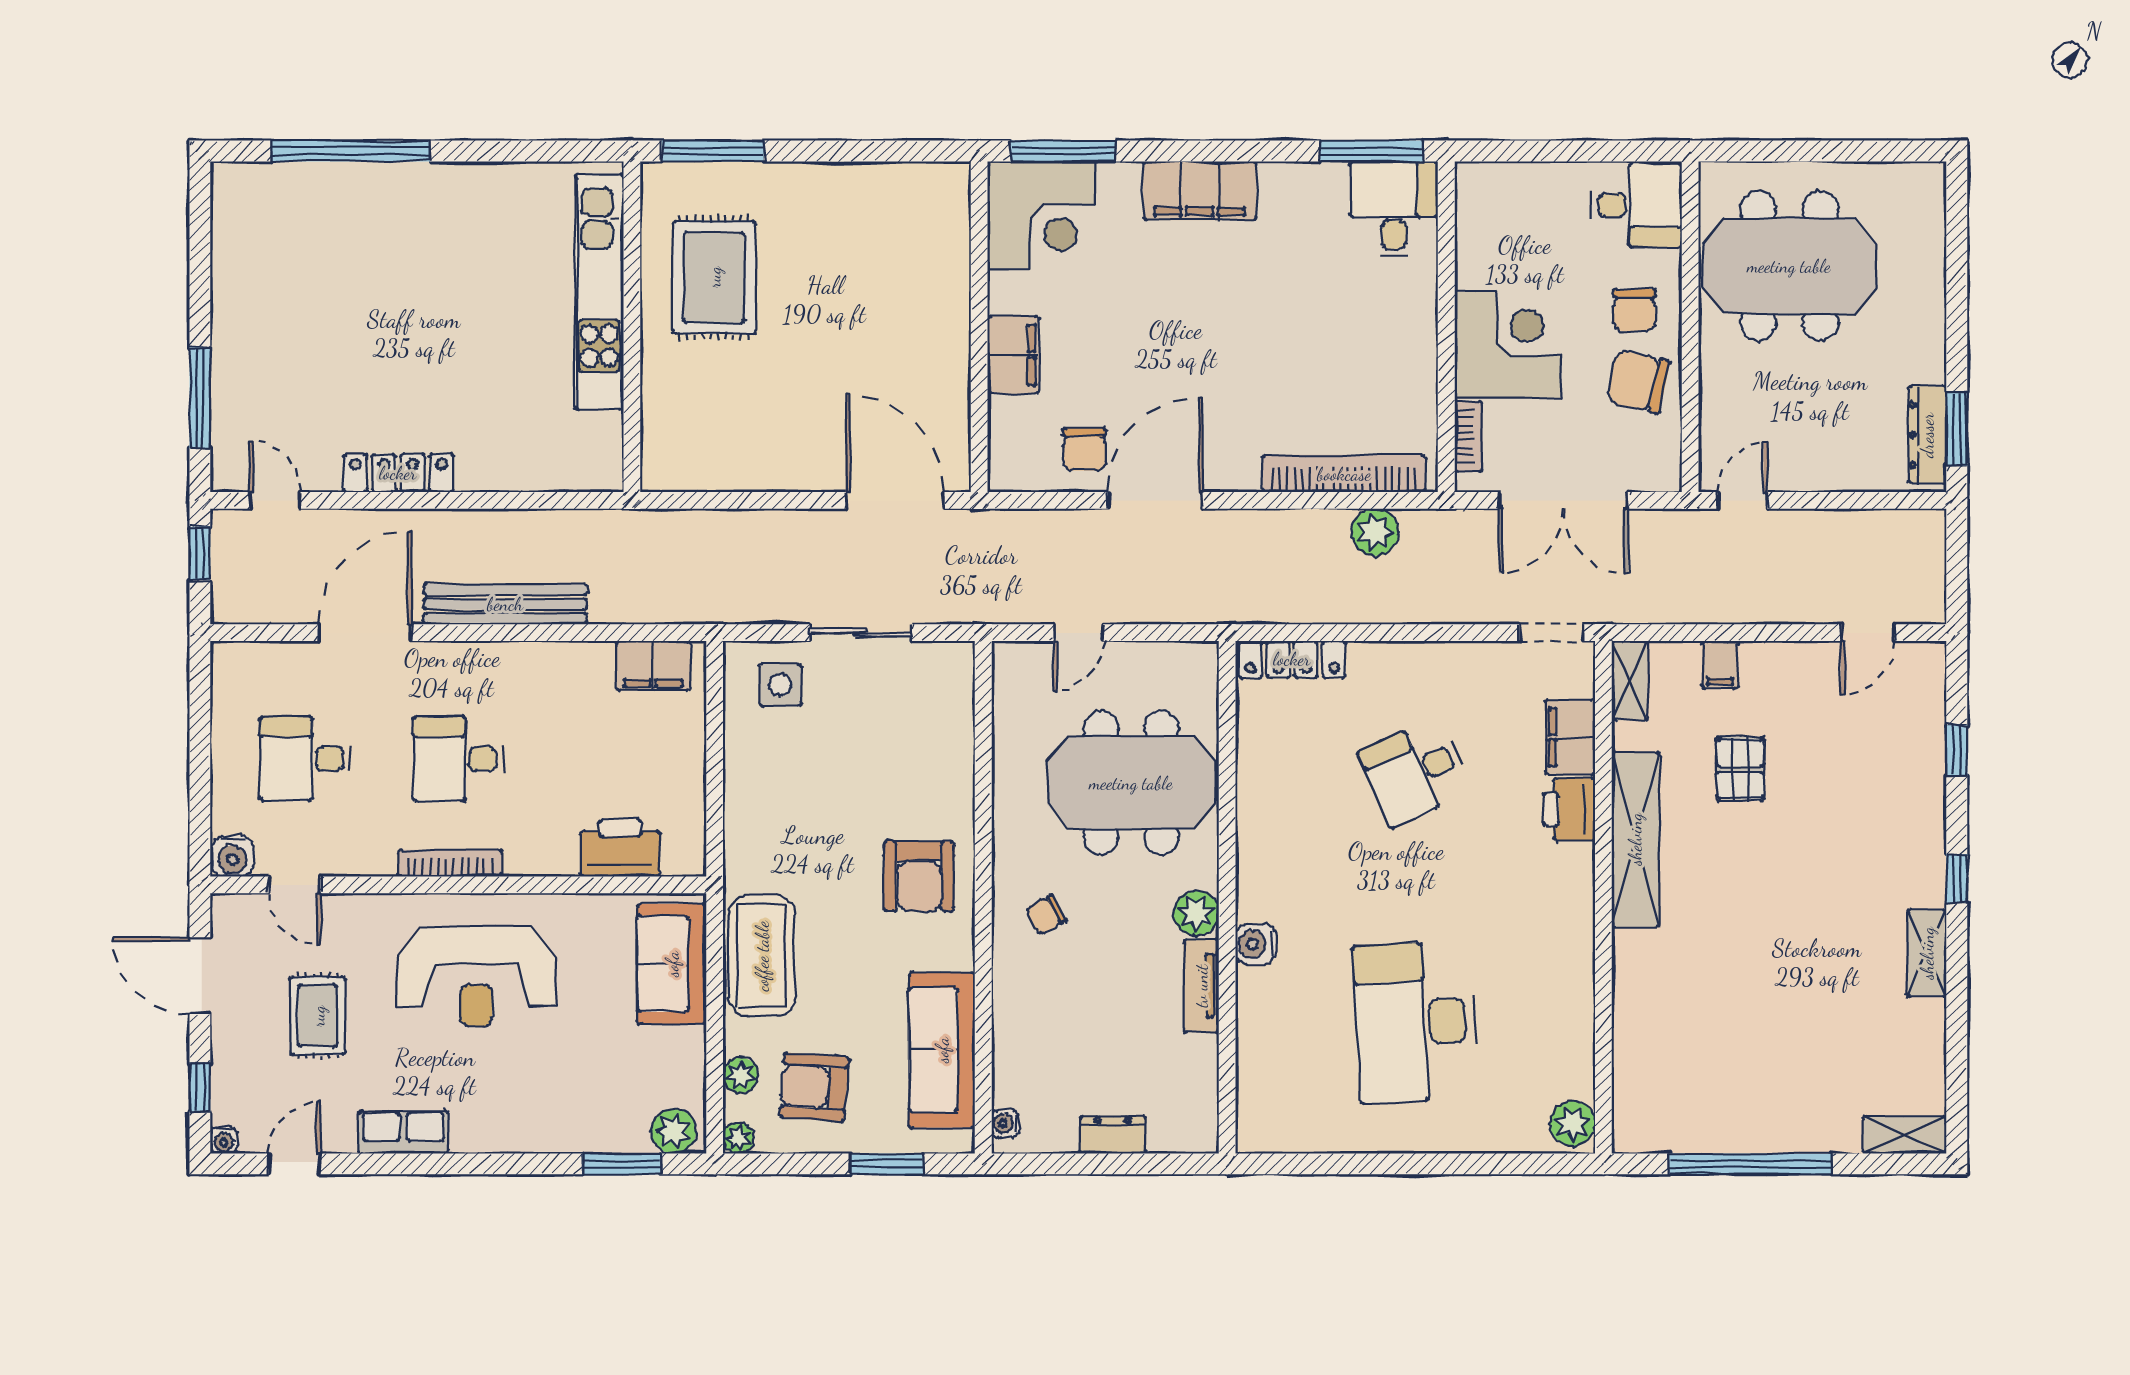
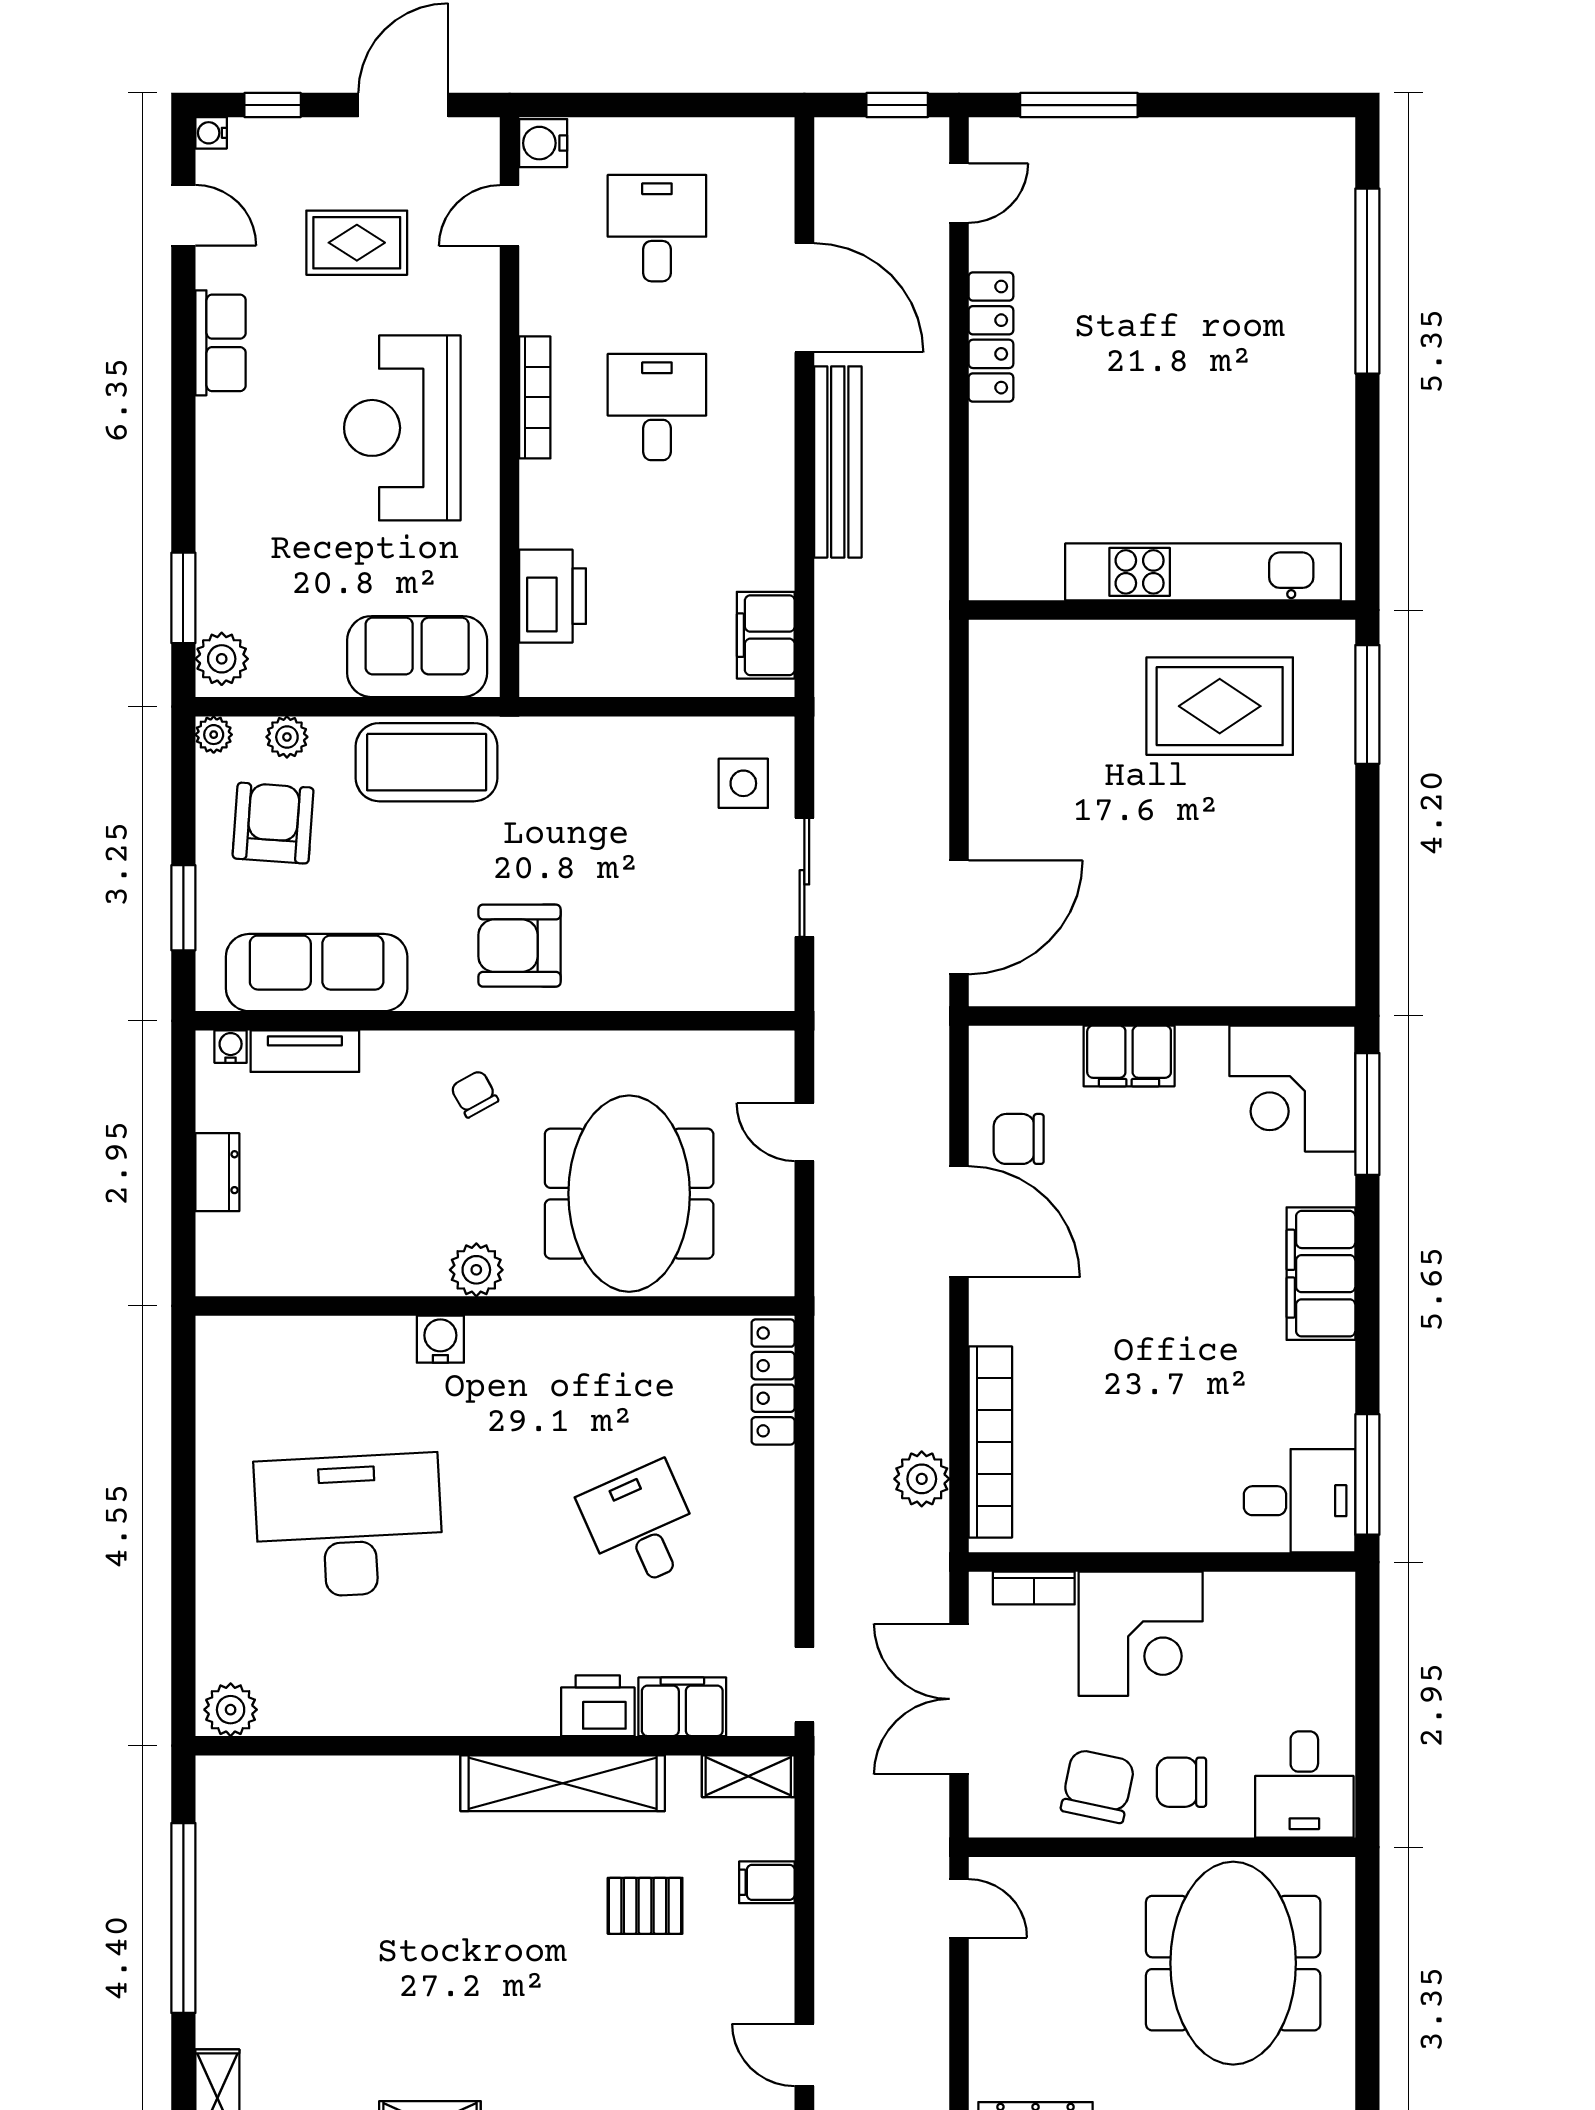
tv unit: (1201, 986) -> (305, 1051), moved, turned 180

